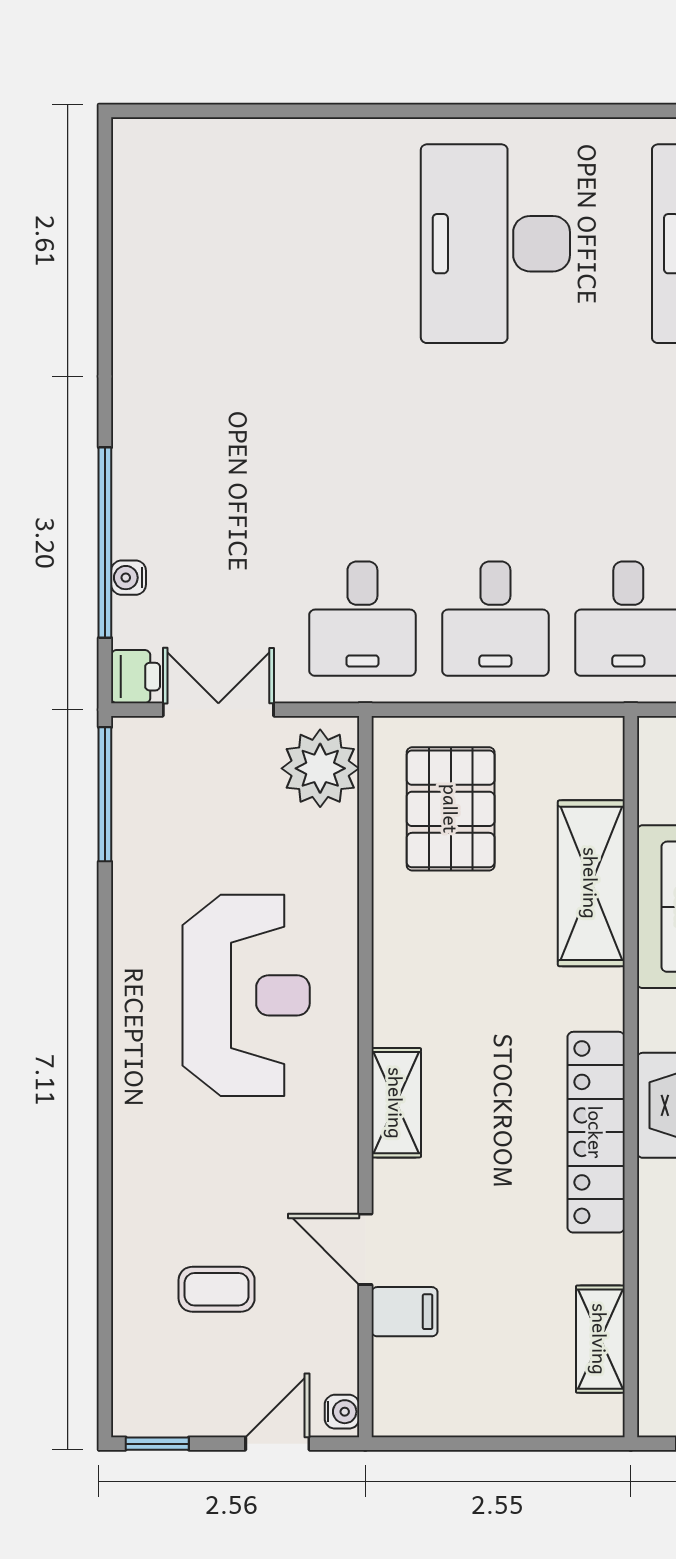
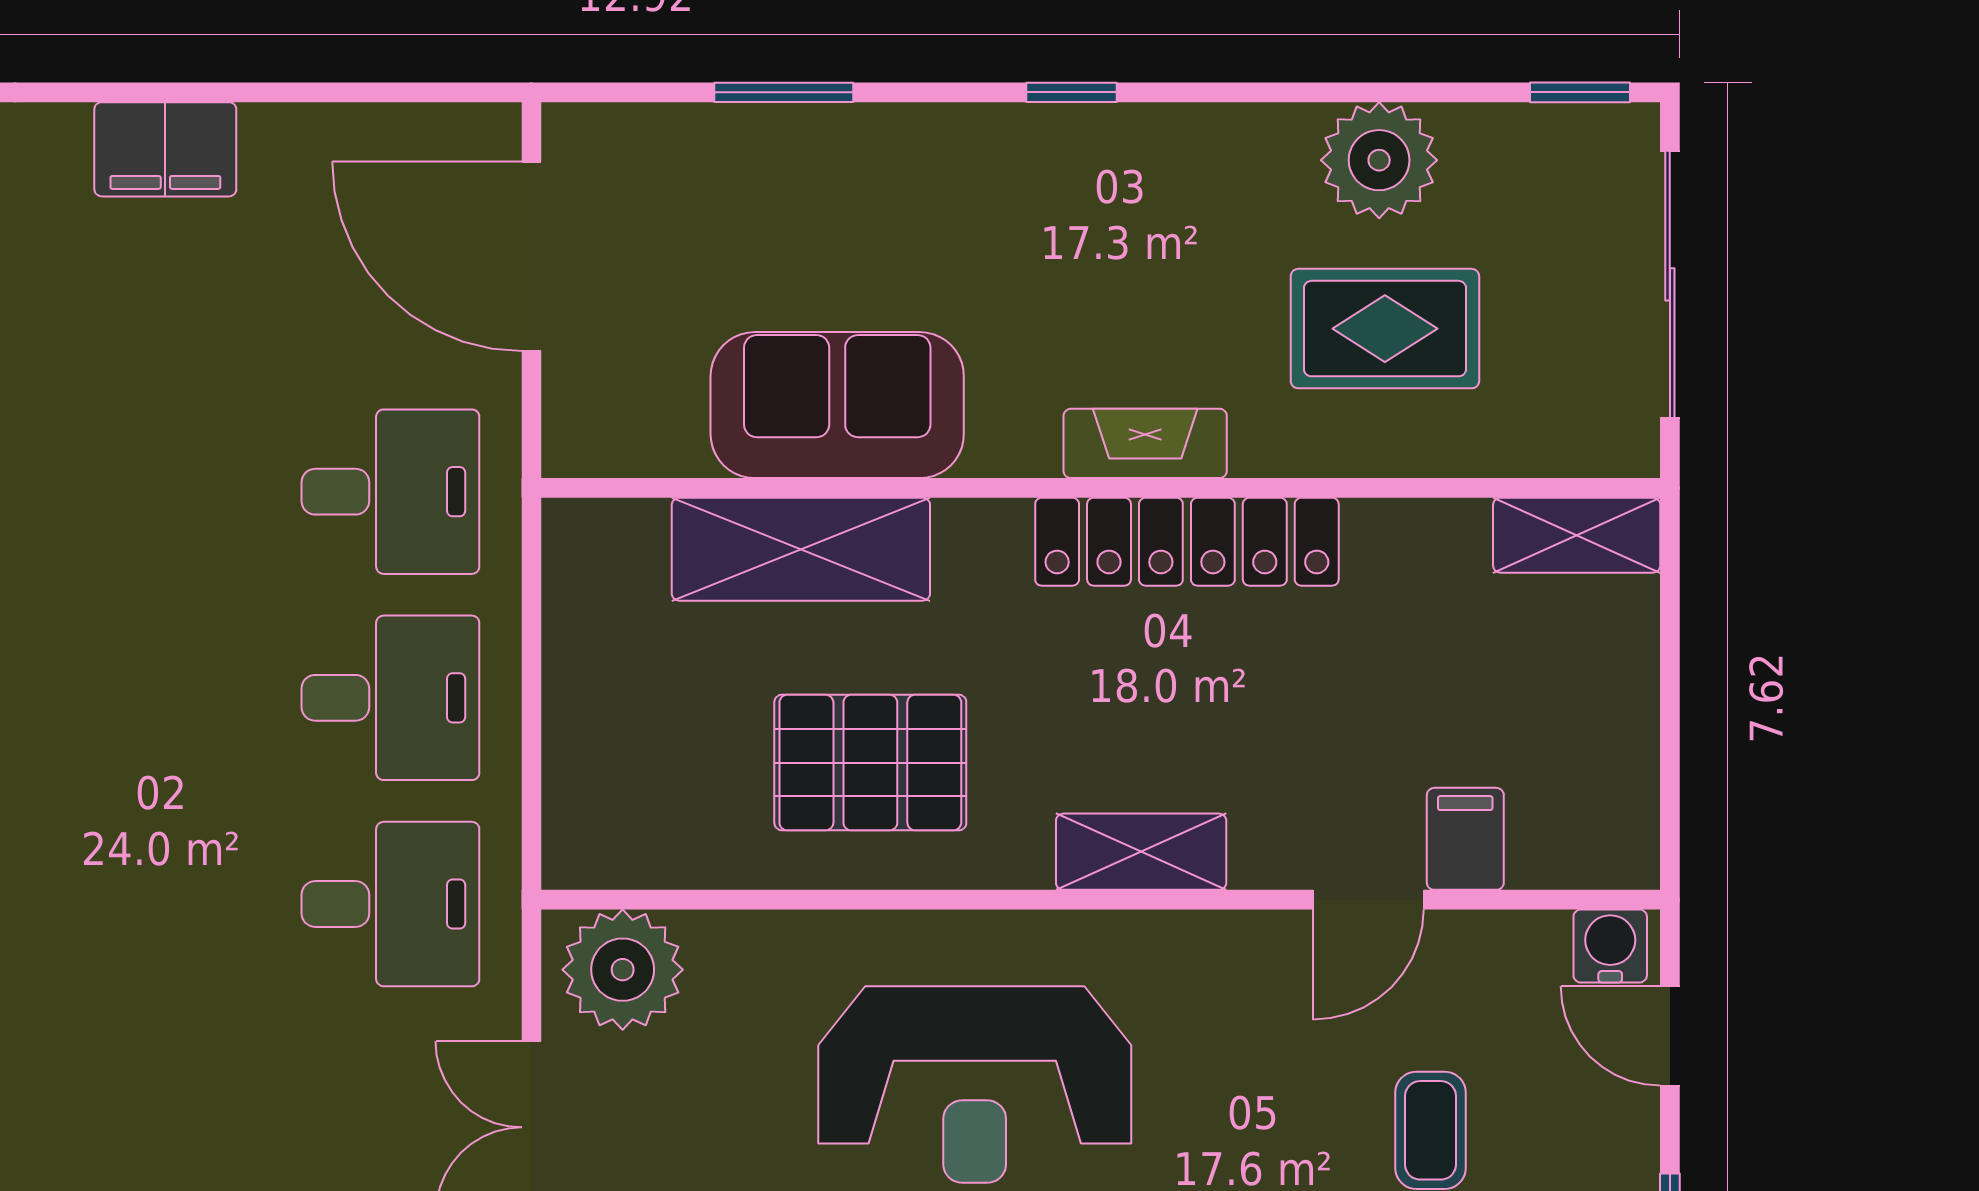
pallet: (451, 809) -> (870, 763), moved
reception desk: (246, 995) -> (975, 1084), turned 180
shelving: (600, 1339) -> (1577, 535), moved
water cooler: (342, 1412) -> (1610, 946), width x1.38, depth x1.38

